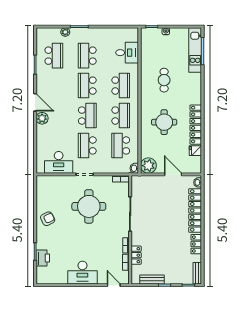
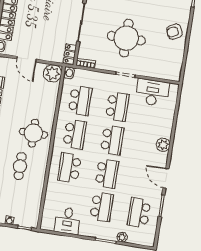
desk: (127, 53) -> (68, 221), moved, turned -90
door: (35, 102) -> (166, 178), moved
school desk: (87, 116) -> (112, 140), turned 180
school desk: (121, 116) -> (75, 134), turned 180
round table: (164, 122) -> (33, 133), moved
locker: (136, 185) -> (70, 54), added

